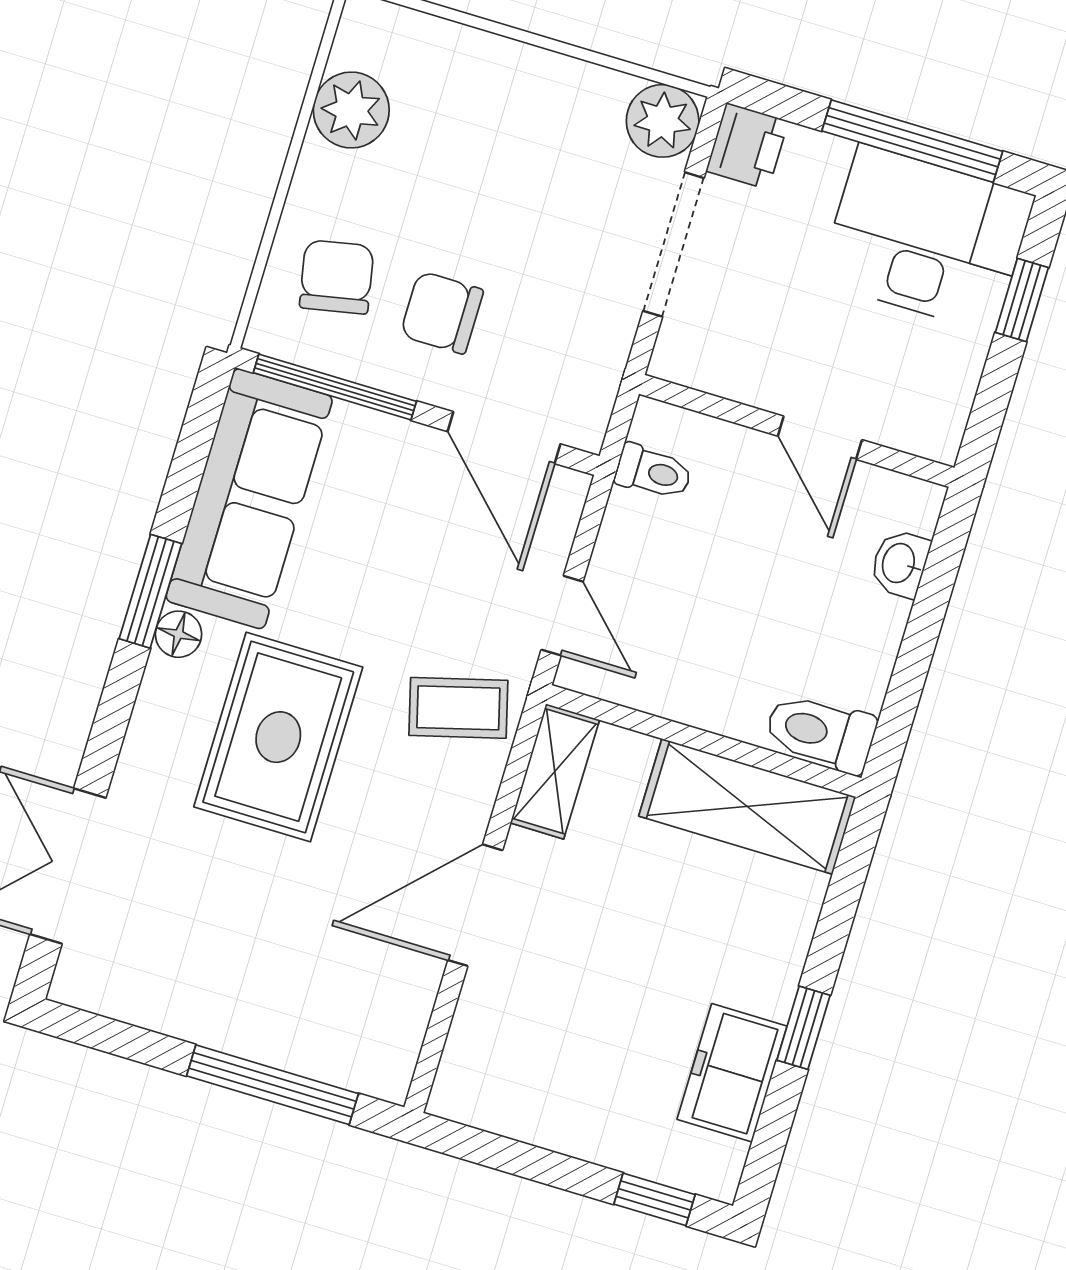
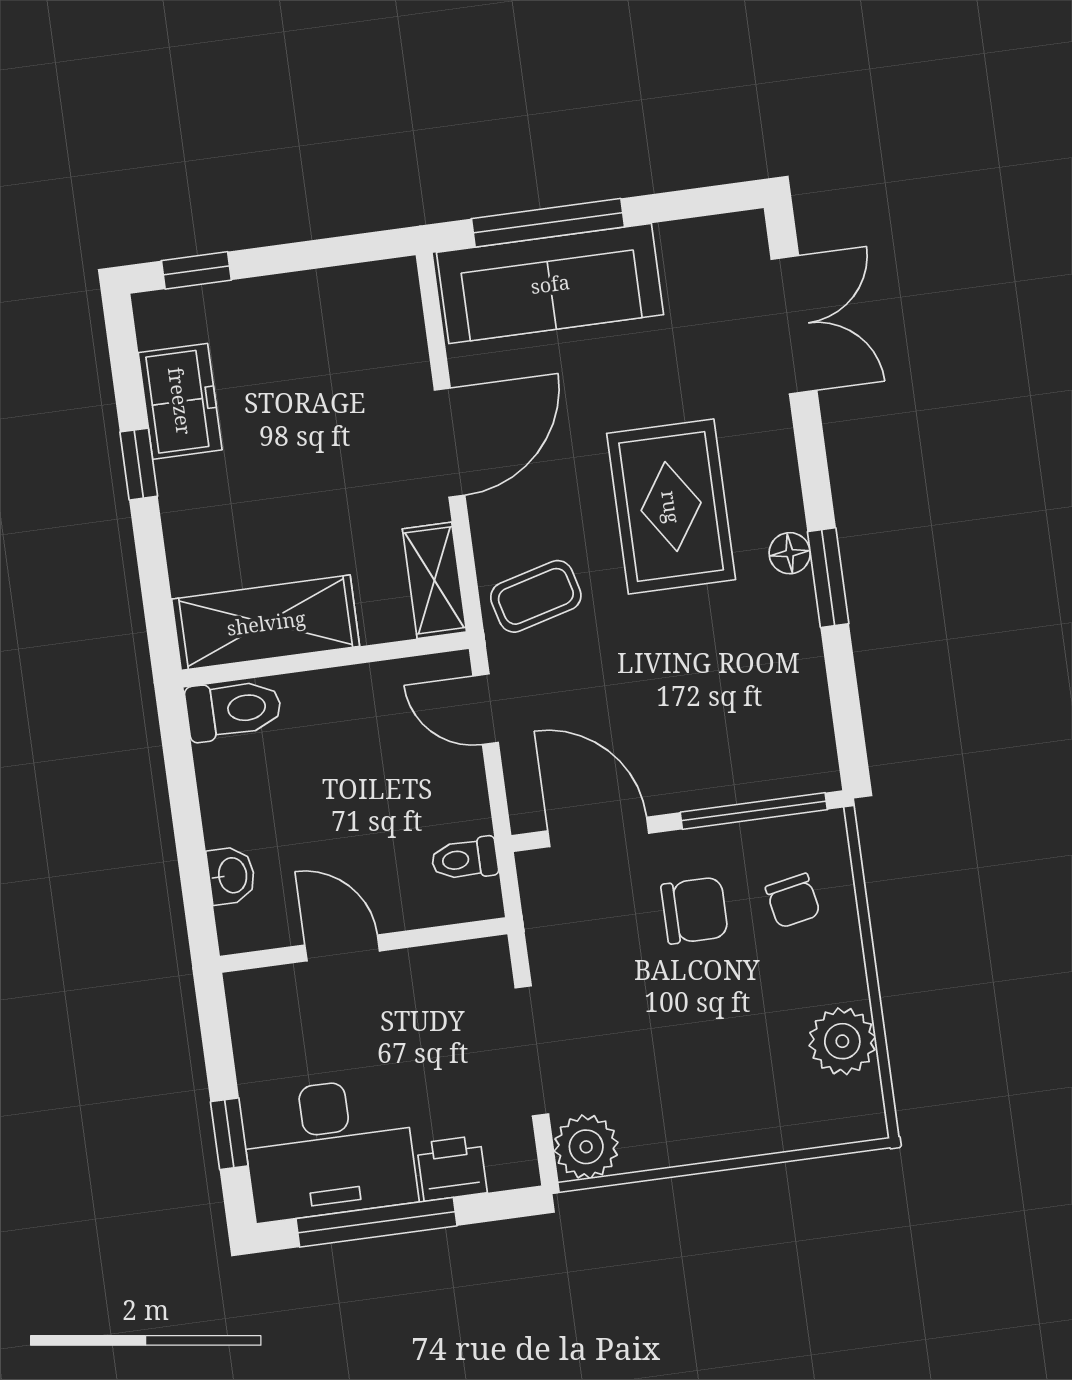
printer: (747, 146) -> (452, 1168), moved, turned 90
chair: (337, 277) -> (793, 901), width x0.73, depth x0.73
sofa: (249, 499) -> (550, 284), moved, turned -90

